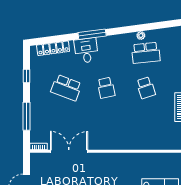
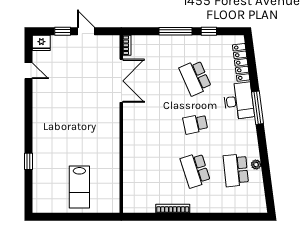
desk: (86, 50) -> (239, 101), width x1.37
school desk: (66, 88) -> (195, 78), turned -45
school desk: (146, 88) -> (195, 170), width x1.85
window: (26, 116) -> (176, 31), moved

